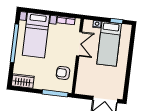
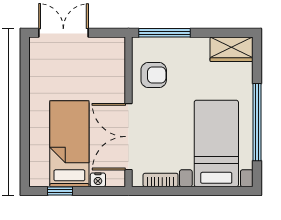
double door: (79, 44) -> (129, 137), width x1.37

